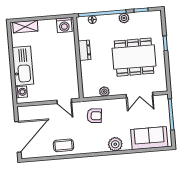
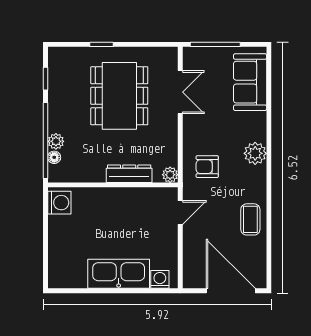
plant: (124, 18) -> (56, 141), moved
shelving: (25, 27) -> (57, 265), removed
dresser: (84, 50) -> (129, 174), moved, width x1.44
plant: (104, 92) -> (170, 175), moved
armchair: (94, 116) -> (207, 167), turned -96
plant: (115, 144) -> (255, 153), moved

